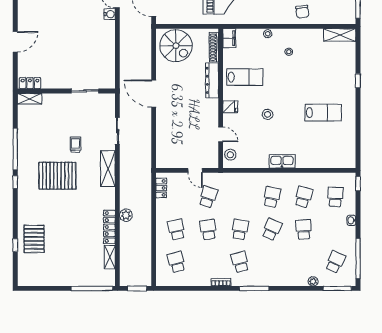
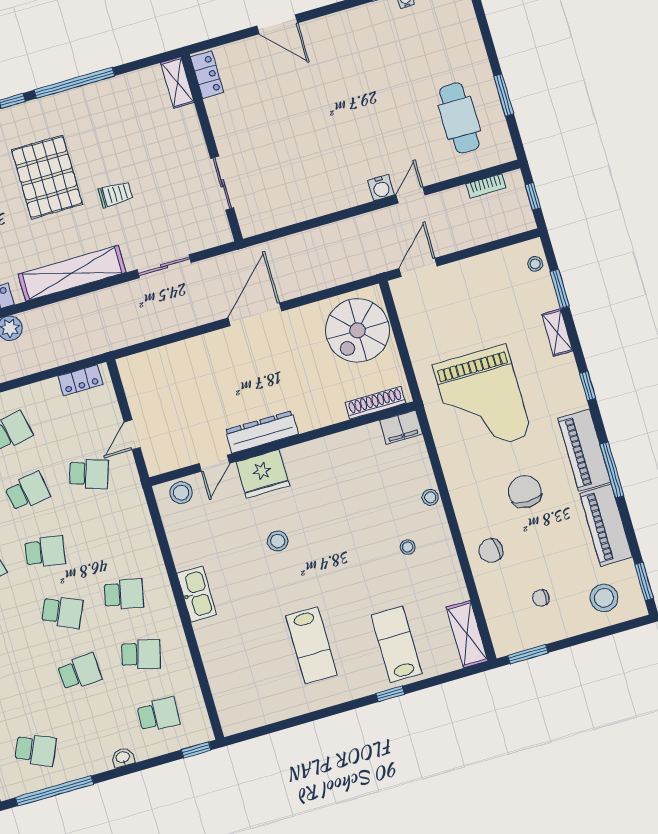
lab bench: (245, 77) -> (397, 644), moved, turned 180
dresser: (212, 80) -> (262, 432), moved
fridge: (230, 107) -> (263, 474), width x1.88, depth x1.34
shelving: (108, 169) -> (72, 273), width x1.47

